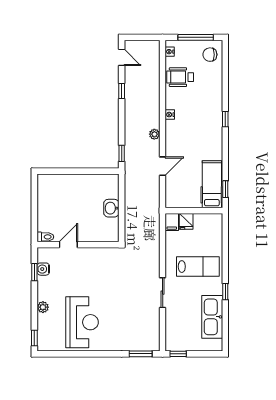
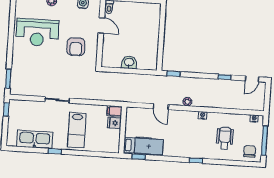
wheelchair: (180, 77) -> (225, 138), moved
armchair: (96, 274) -> (76, 47), added

